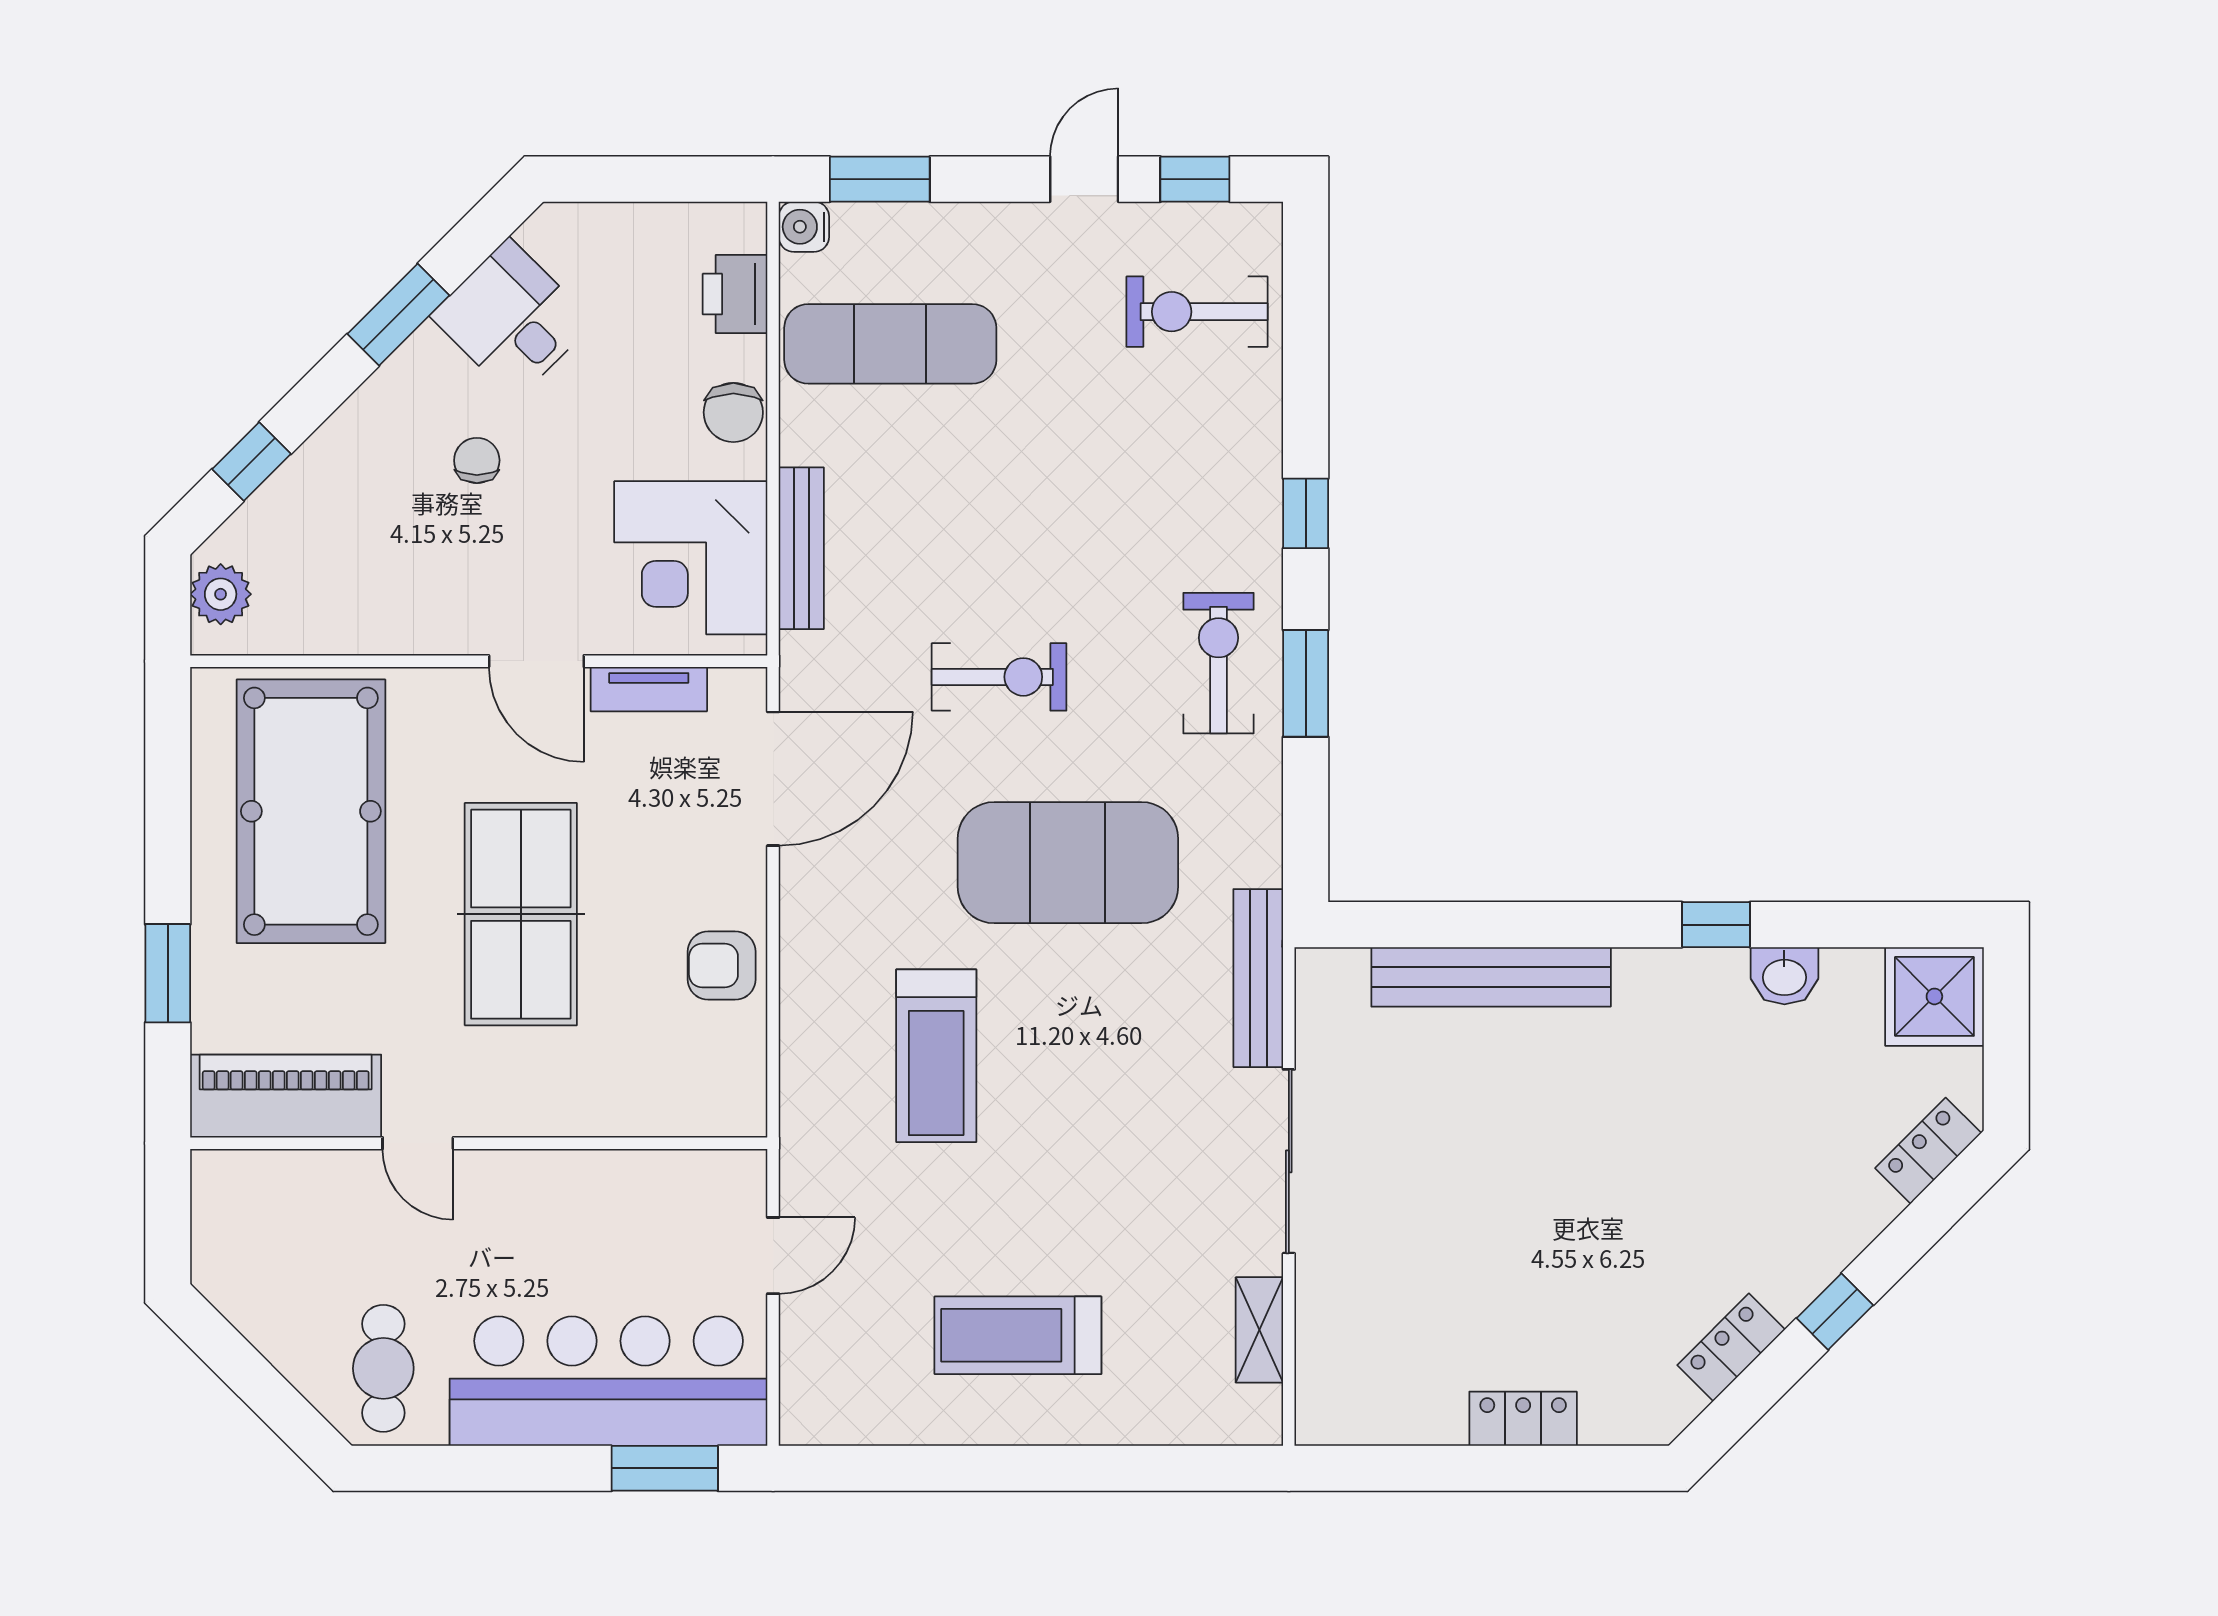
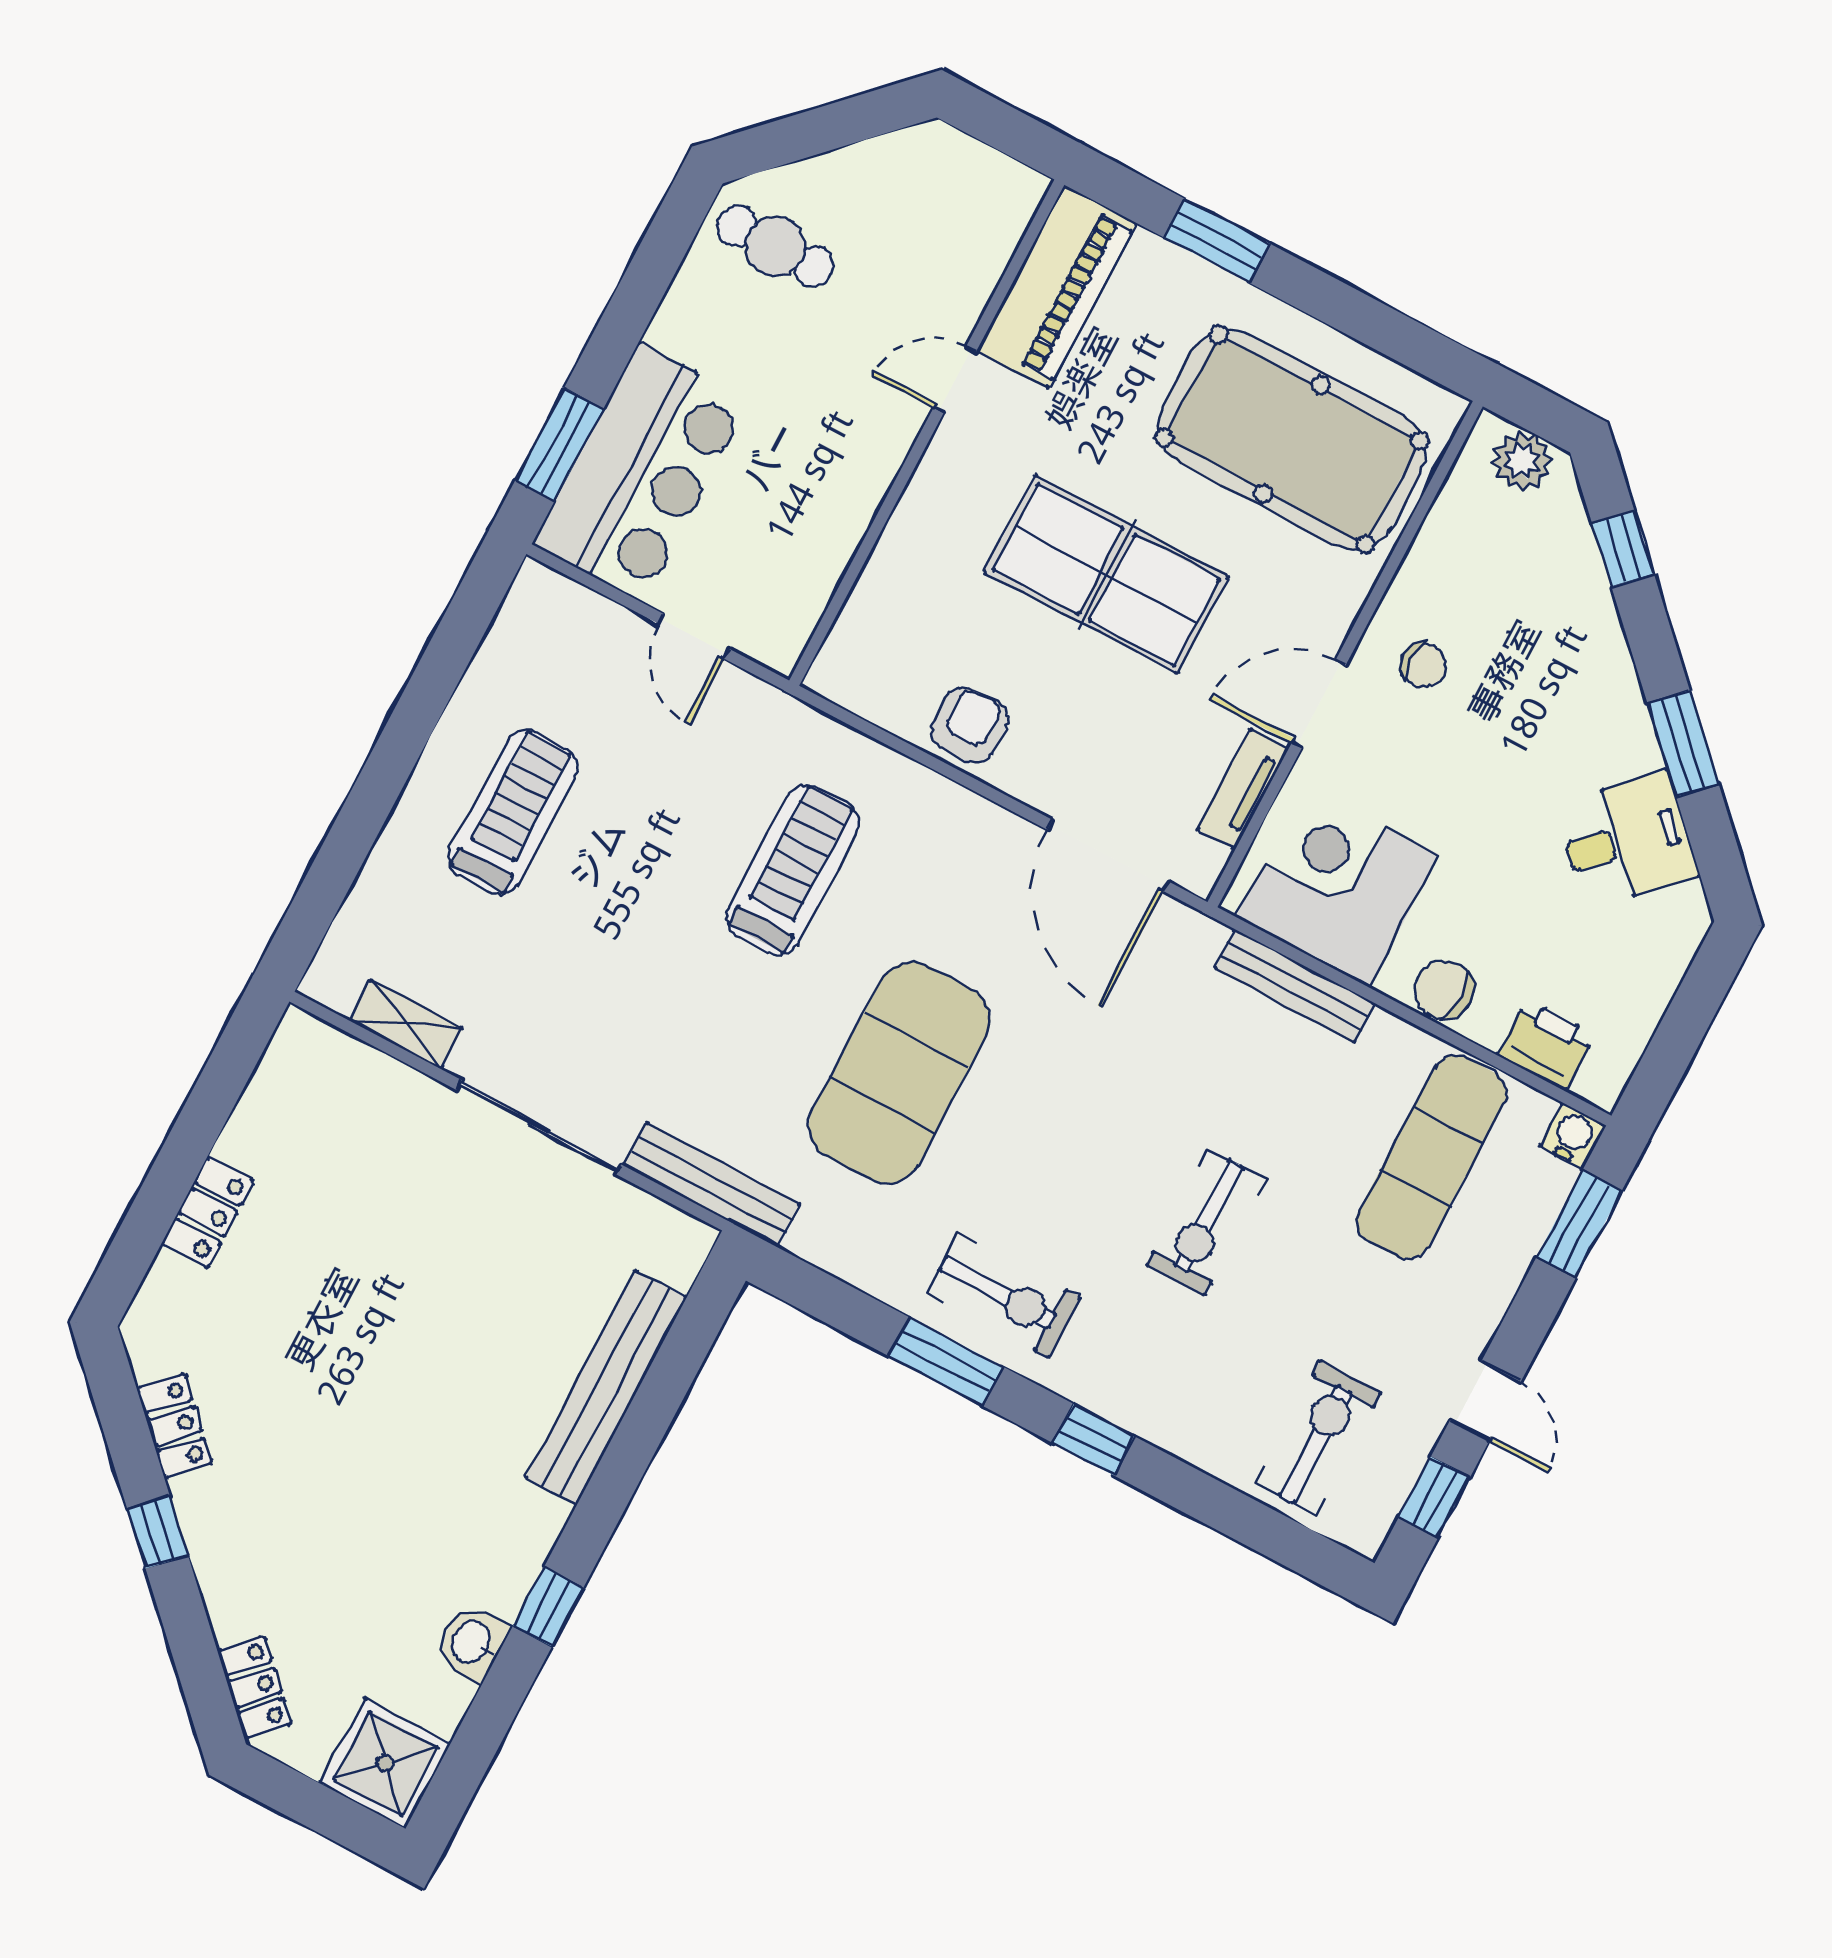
chair: (477, 460) -> (1424, 665), moved
exercise bike: (999, 677) -> (1206, 1222), moved
treadmill: (936, 1056) -> (793, 870), turned 90
bar counter: (609, 1381) -> (641, 473), width x0.73

